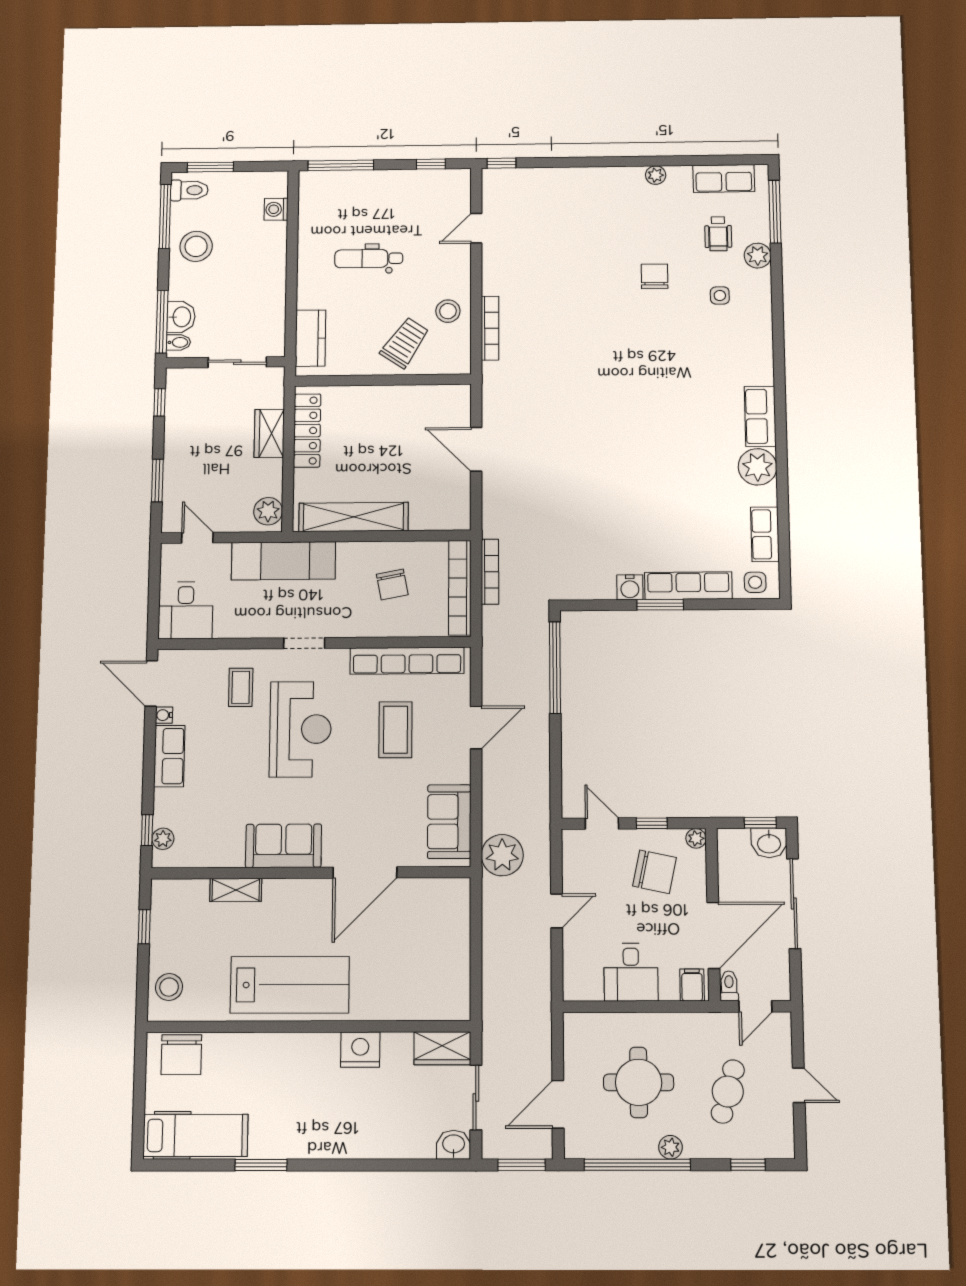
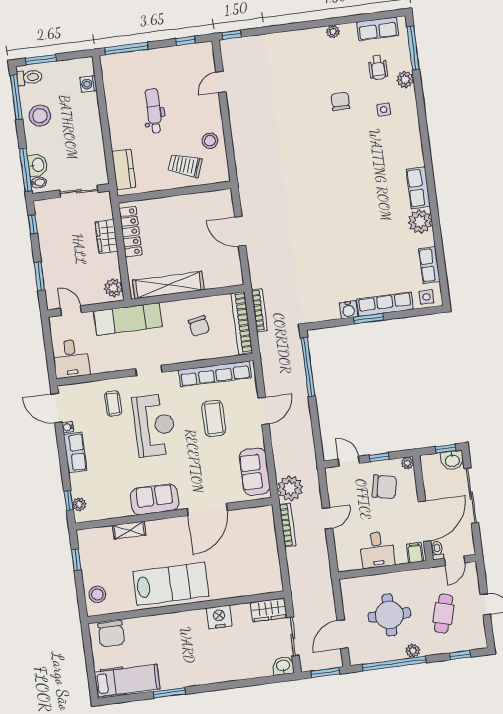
dental chair: (369, 259) -> (154, 111), turned 90
bookcase: (490, 328) -> (287, 525), moved
trolley: (405, 343) -> (185, 165), turned -105

